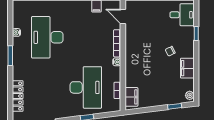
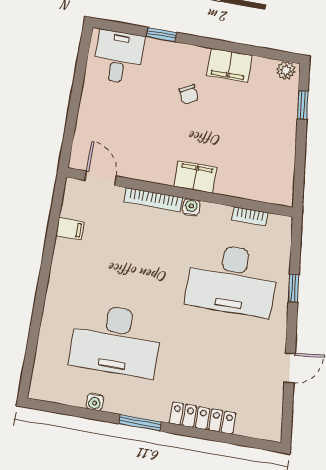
door: (123, 16) -> (101, 178), swing flipped
desk: (86, 87) -> (232, 280), turned 180
locker: (18, 96) -> (203, 418), moved
filing cabinet: (131, 97) -> (196, 177), moved

